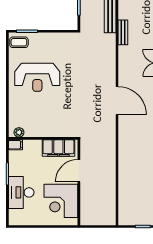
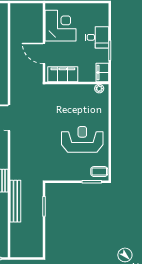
filing cabinet: (15, 145) -> (102, 73), width x2.00
door: (79, 171) -> (44, 53), swing flipped
desk: (21, 192) -> (97, 37), width x0.73

